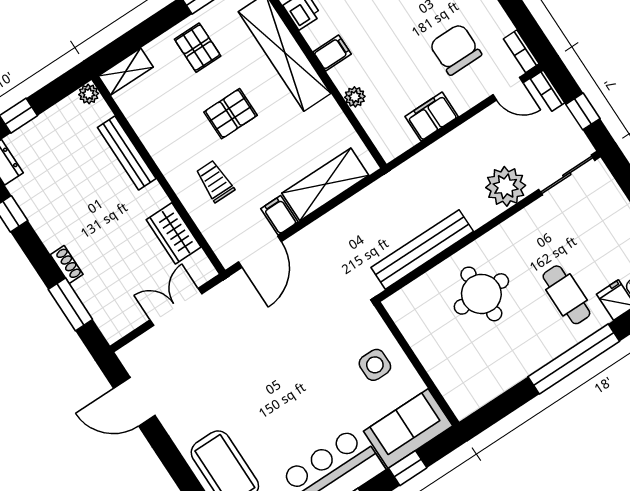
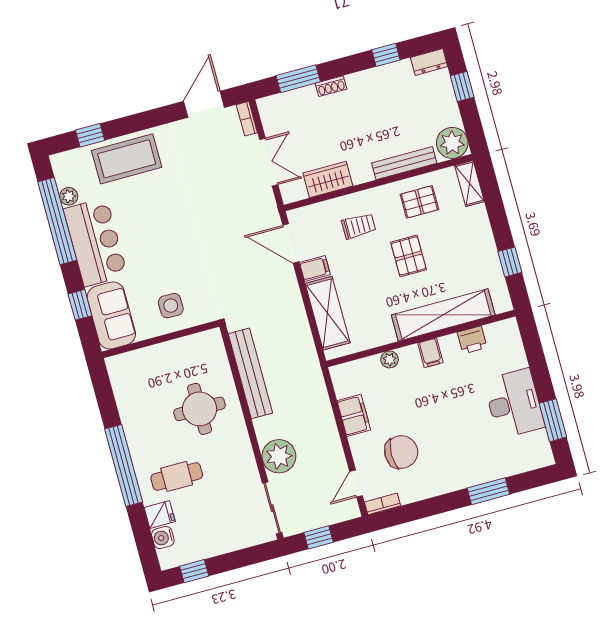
pallet: (198, 48) -> (419, 202), moved
bookcase: (548, 91) -> (247, 119), moved, turned -90
plant: (89, 94) -> (452, 143), width x1.87, depth x1.87

